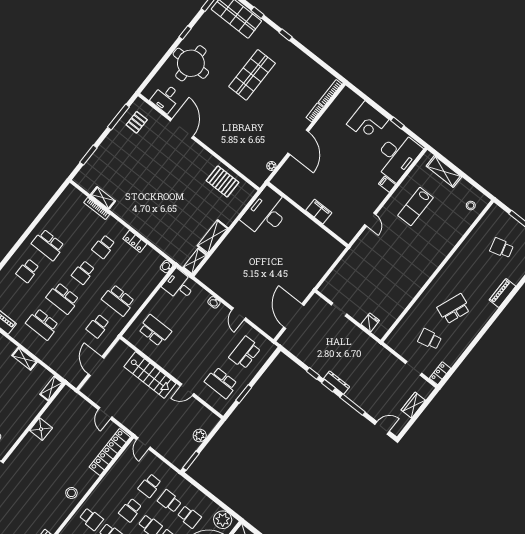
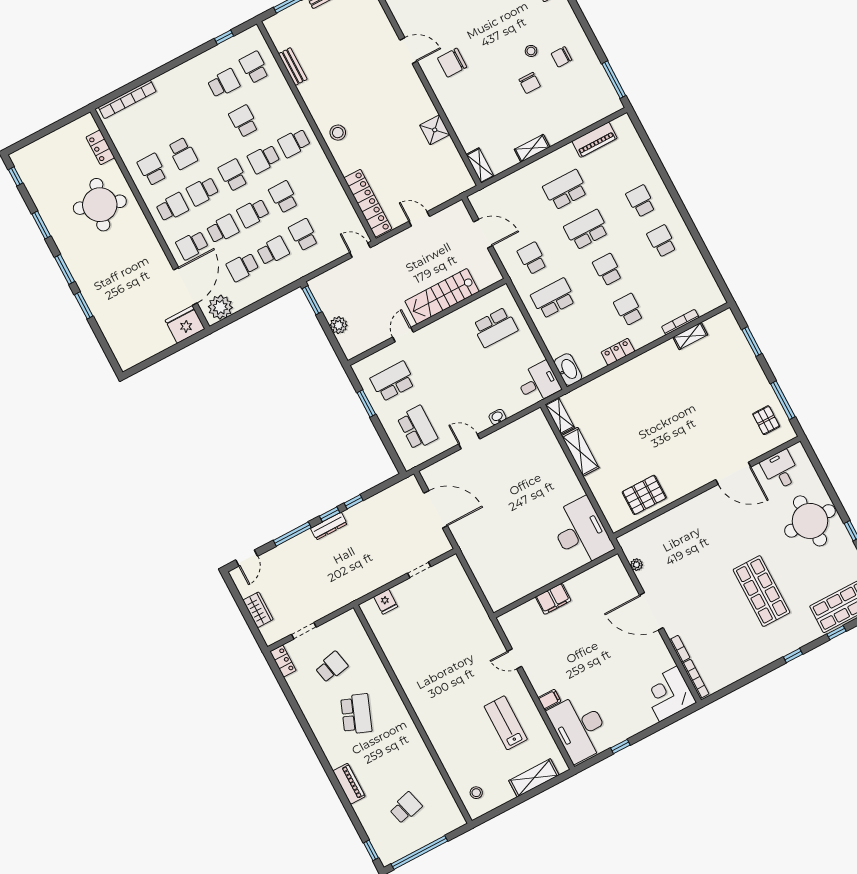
corner desk: (368, 122) -> (668, 694), moved
school desk: (48, 245) -> (662, 241), width x0.54
washbasin: (166, 266) -> (568, 370), width x1.91, depth x1.45

